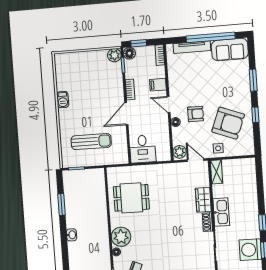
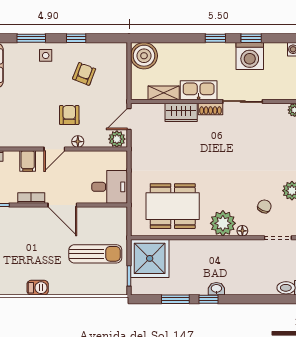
armchair: (228, 123) -> (84, 74), width x0.53, depth x0.53
sun lounger: (91, 142) -> (95, 254), turned 90
side table: (218, 148) -> (46, 55), moved
boiler: (245, 168) -> (144, 56), added
shelving: (217, 172) -> (164, 93), moved
shower: (91, 183) -> (150, 258), added
dining table: (131, 198) -> (173, 206), width x1.38
window: (63, 229) -> (209, 299), added

